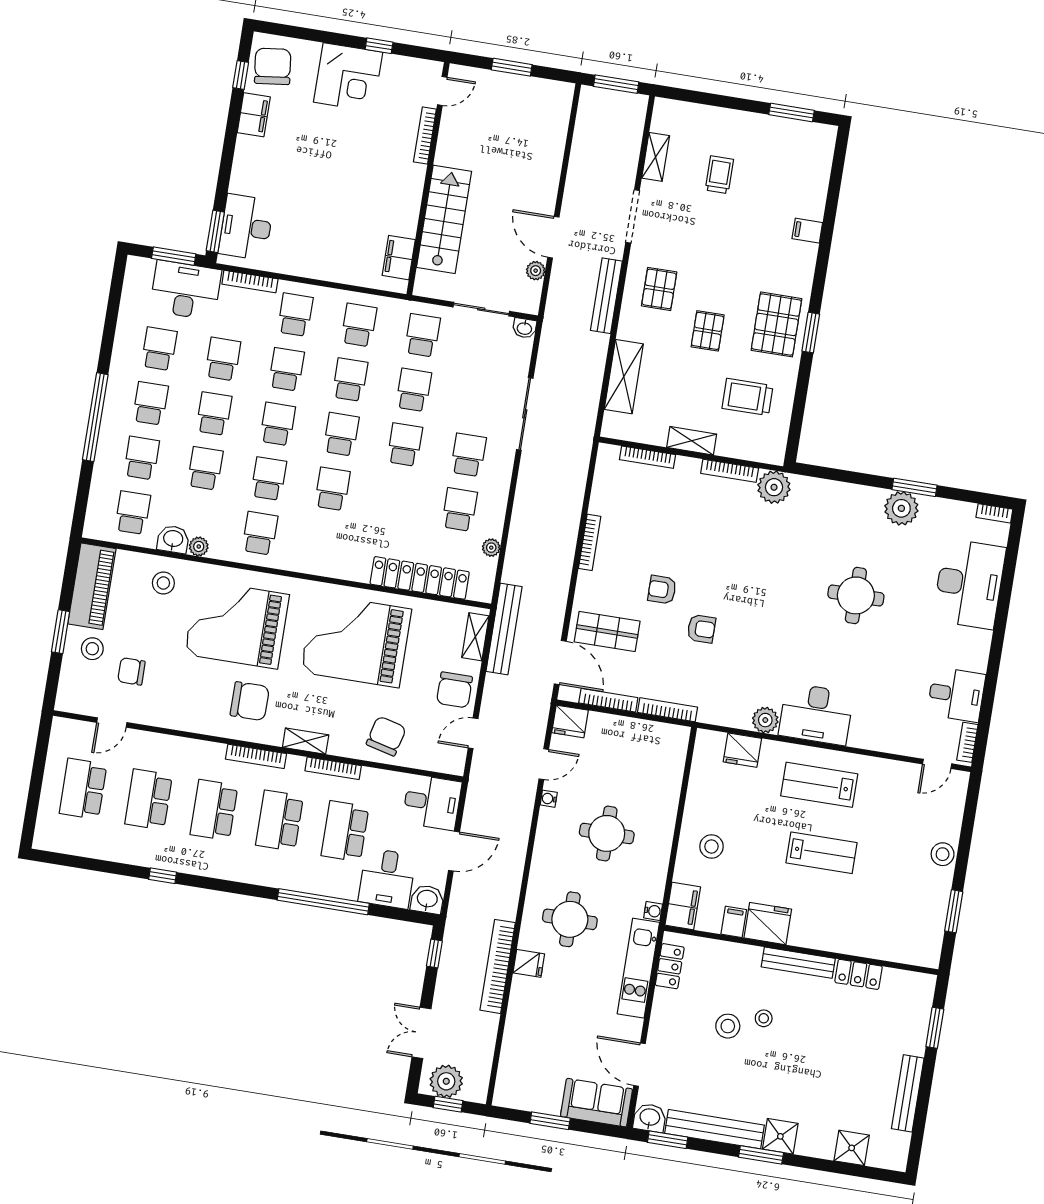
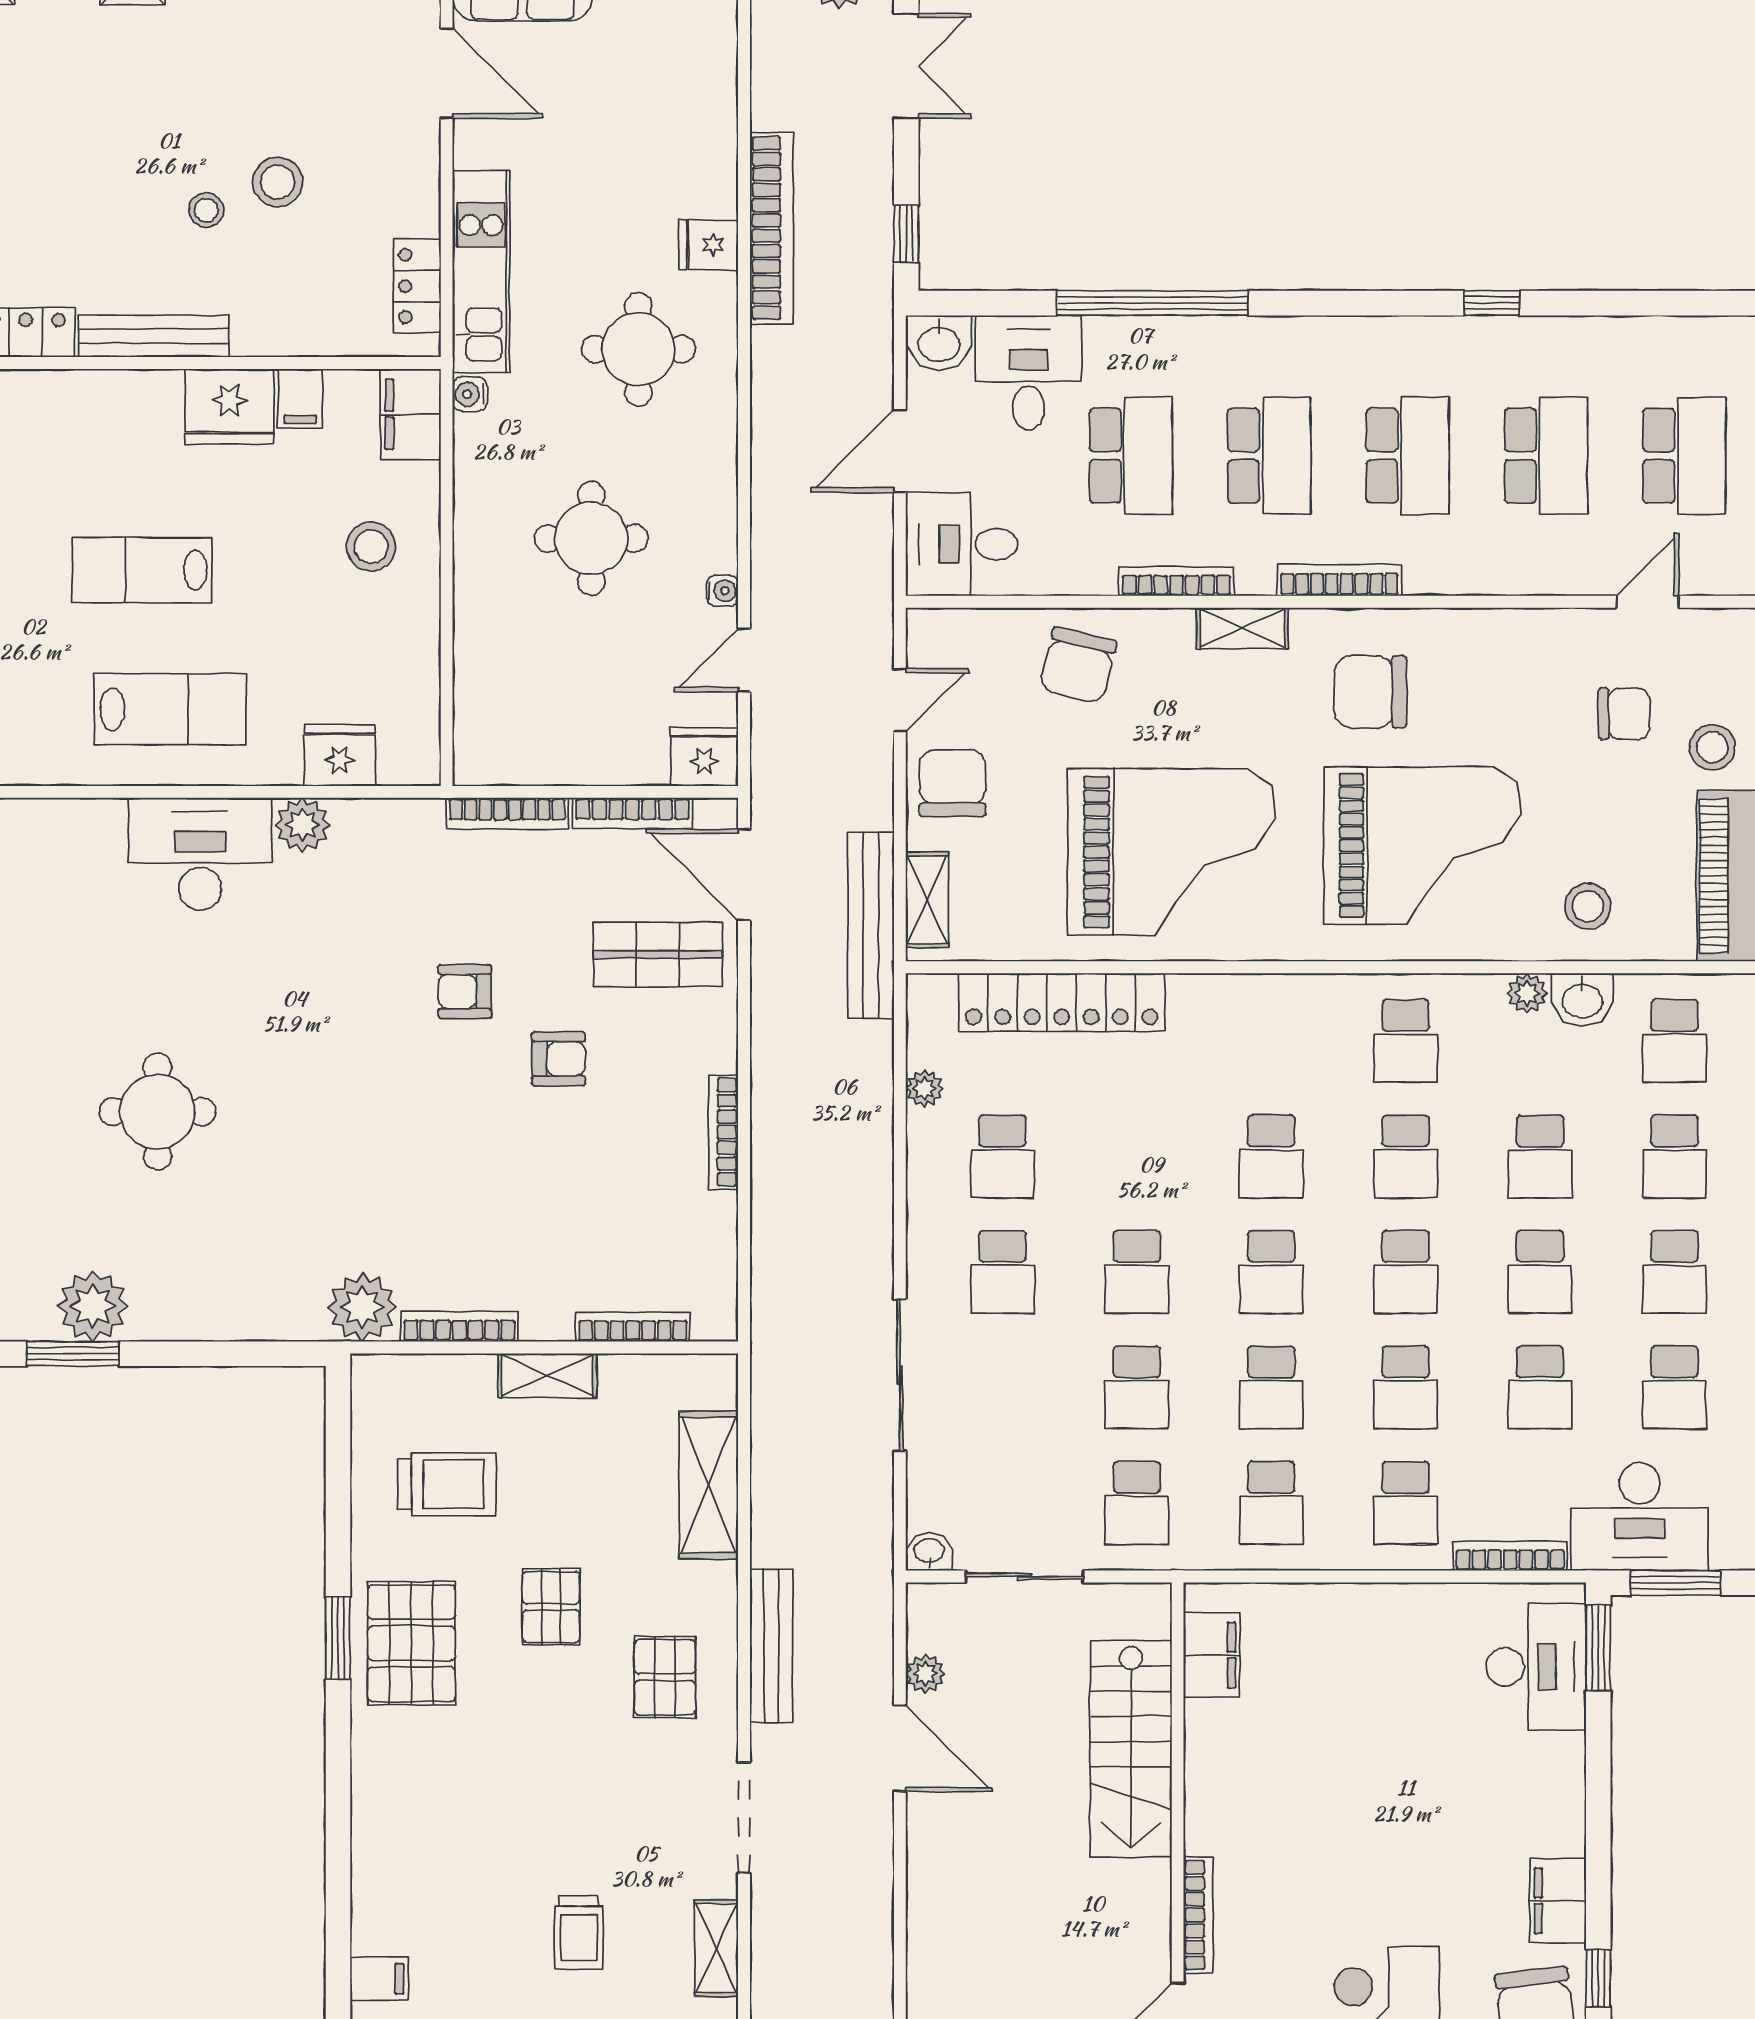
filing cabinet: (807, 231) -> (379, 1979), moved

